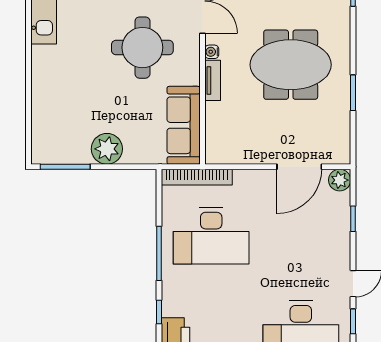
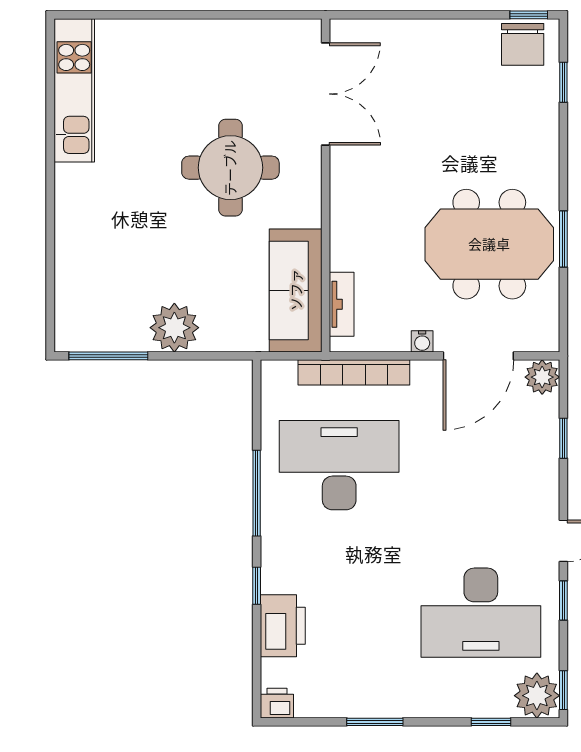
water cooler: (212, 52) -> (422, 341), moved, turned -90
meeting table: (291, 65) -> (489, 244), moved
tv unit: (213, 80) -> (342, 304), moved
bookcase: (197, 177) -> (354, 372), moved
desk: (211, 236) -> (339, 465), turned 180

